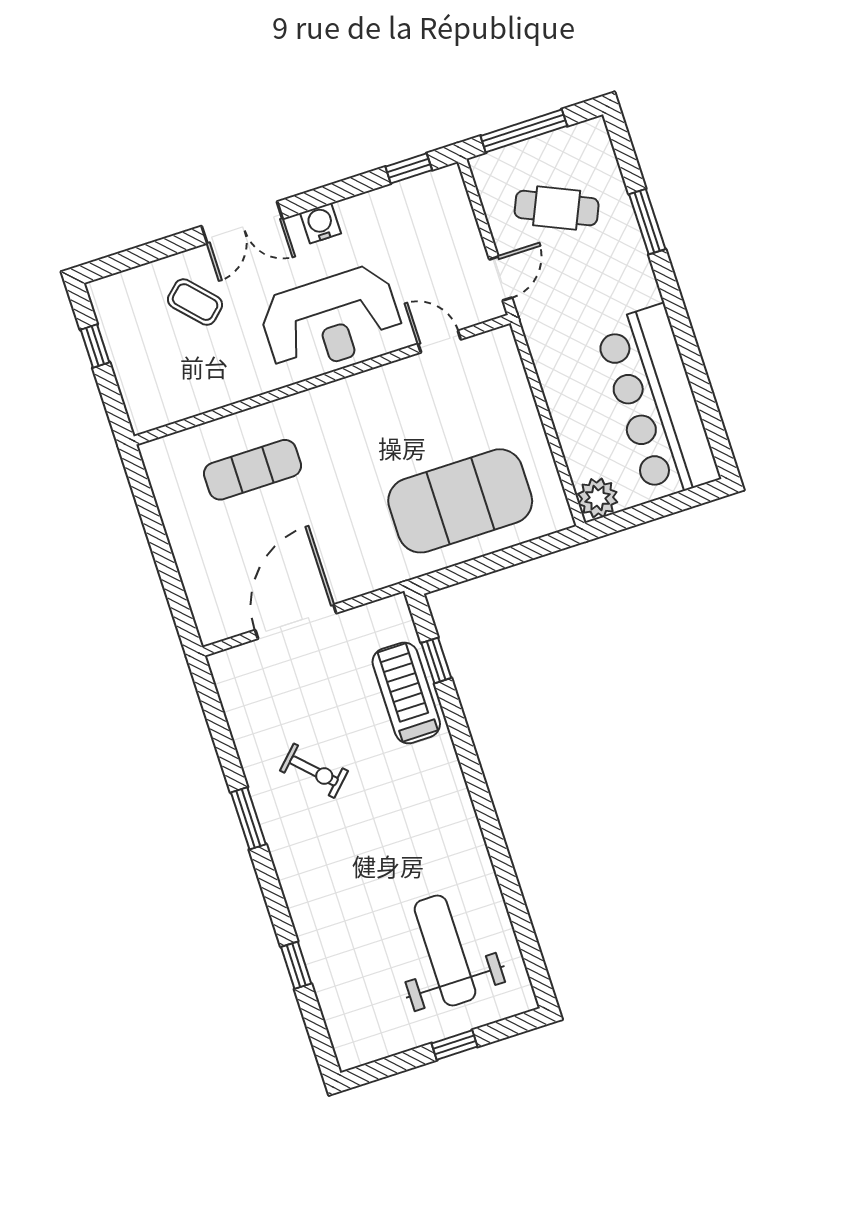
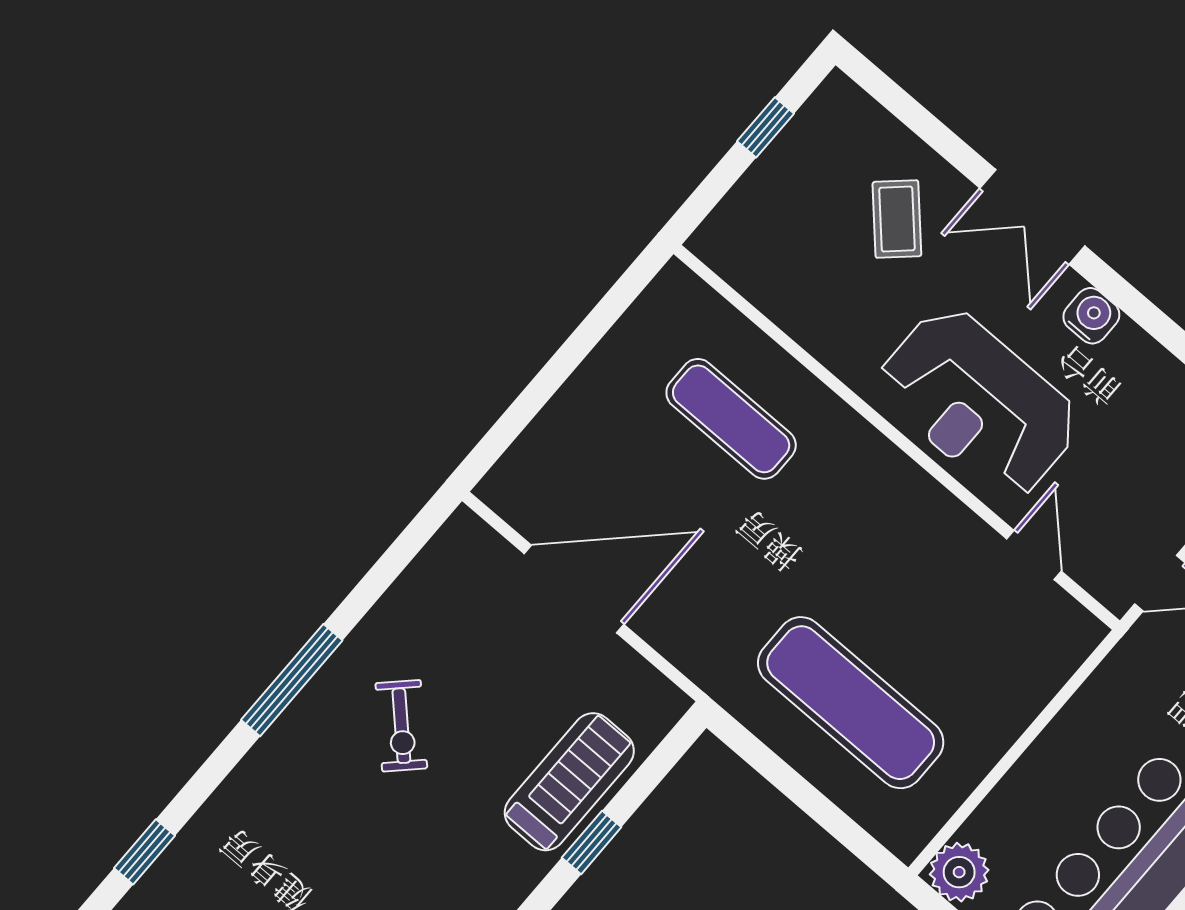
exercise mat: (460, 501) -> (851, 703), width x0.68
window: (436, 660) -> (592, 842), moved
window: (248, 818) -> (292, 680), width x1.44

